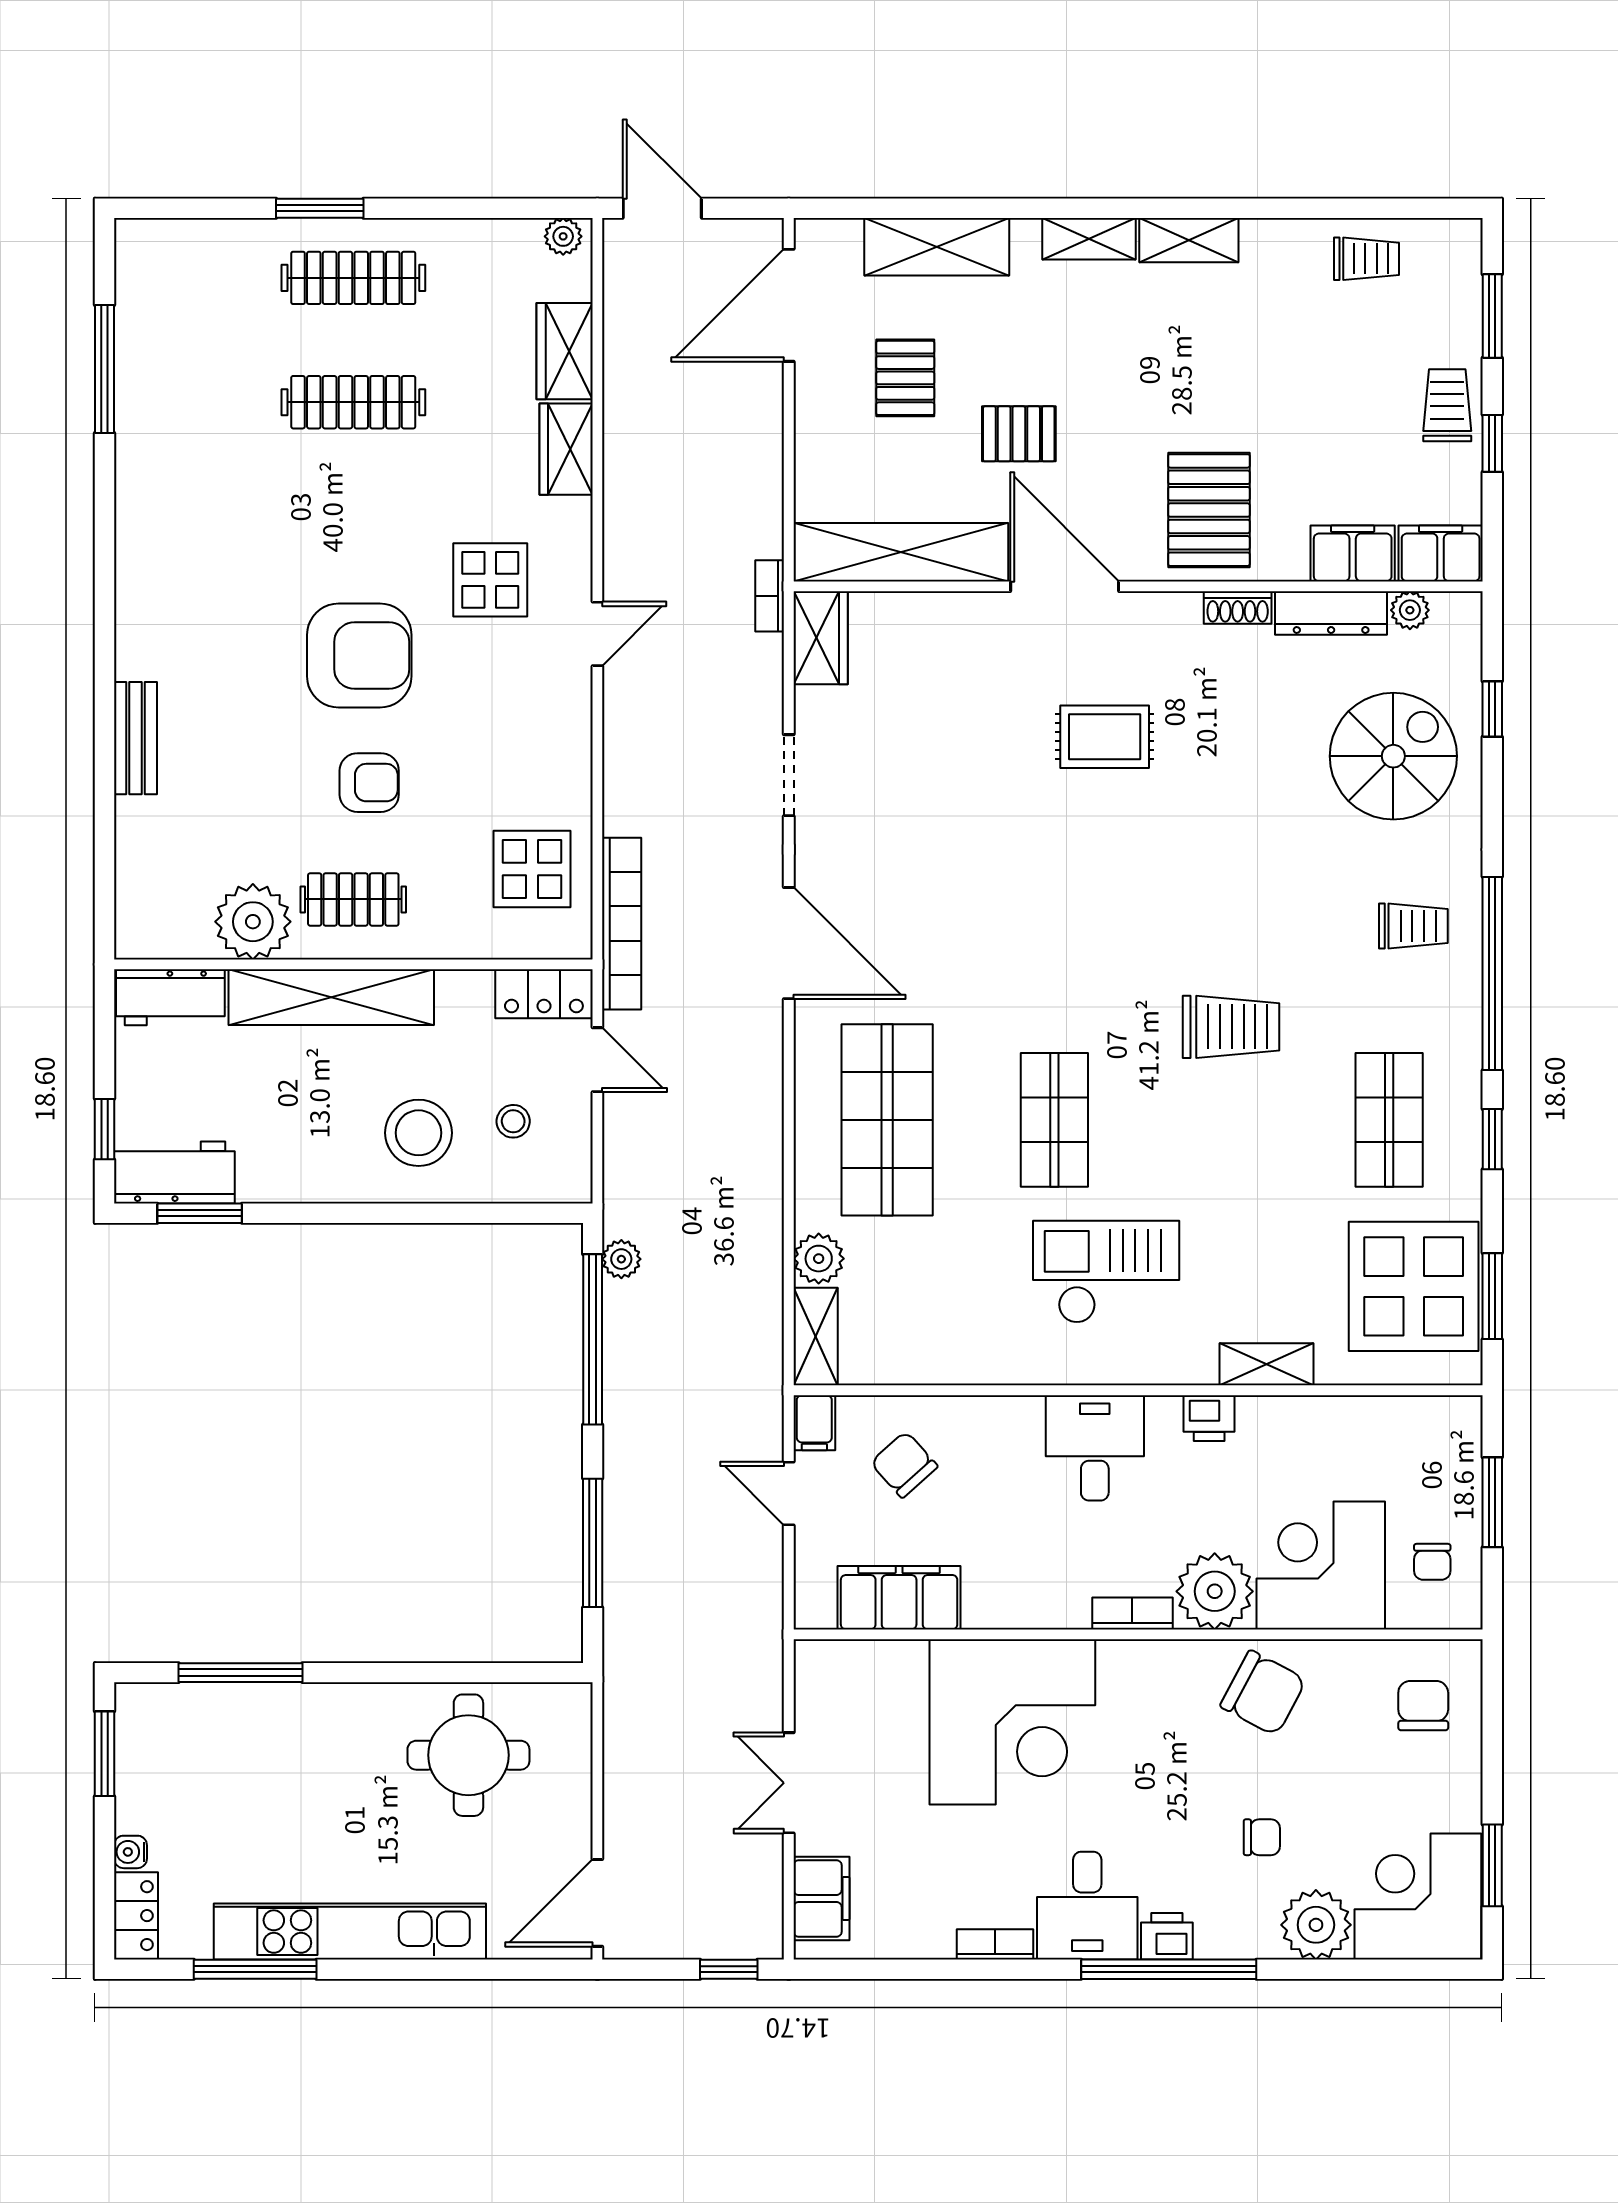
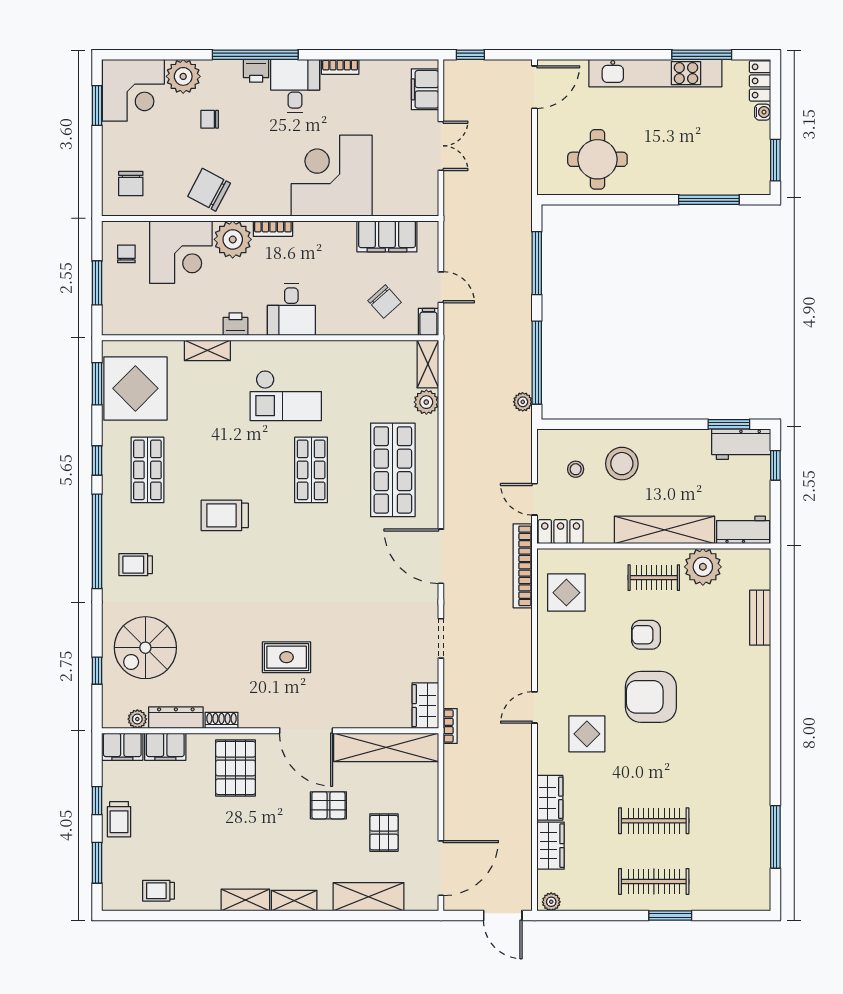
bench: (135, 738) -> (760, 618), moved

